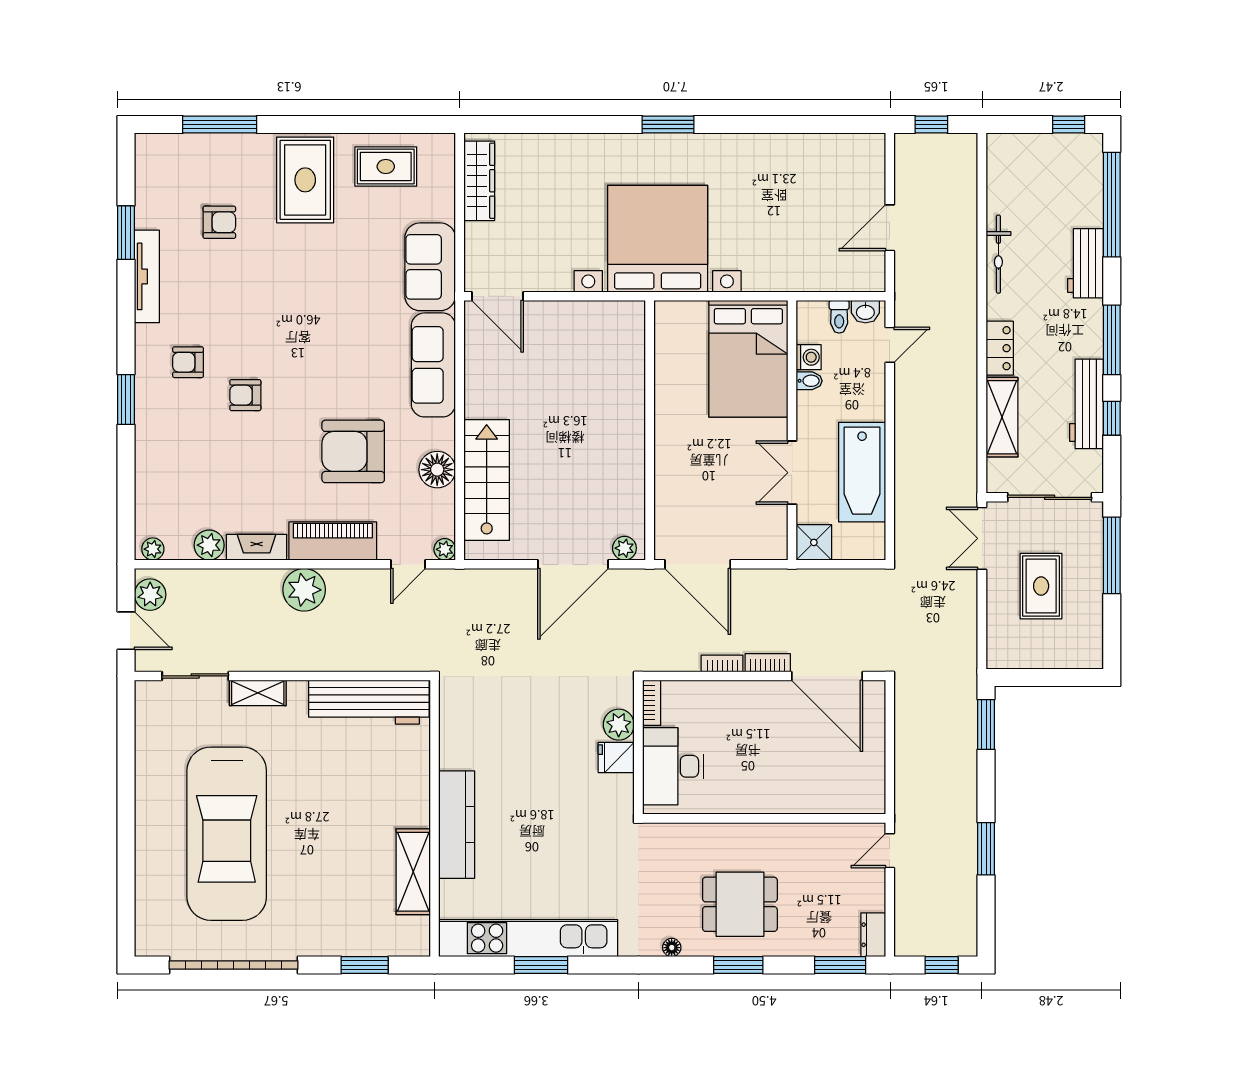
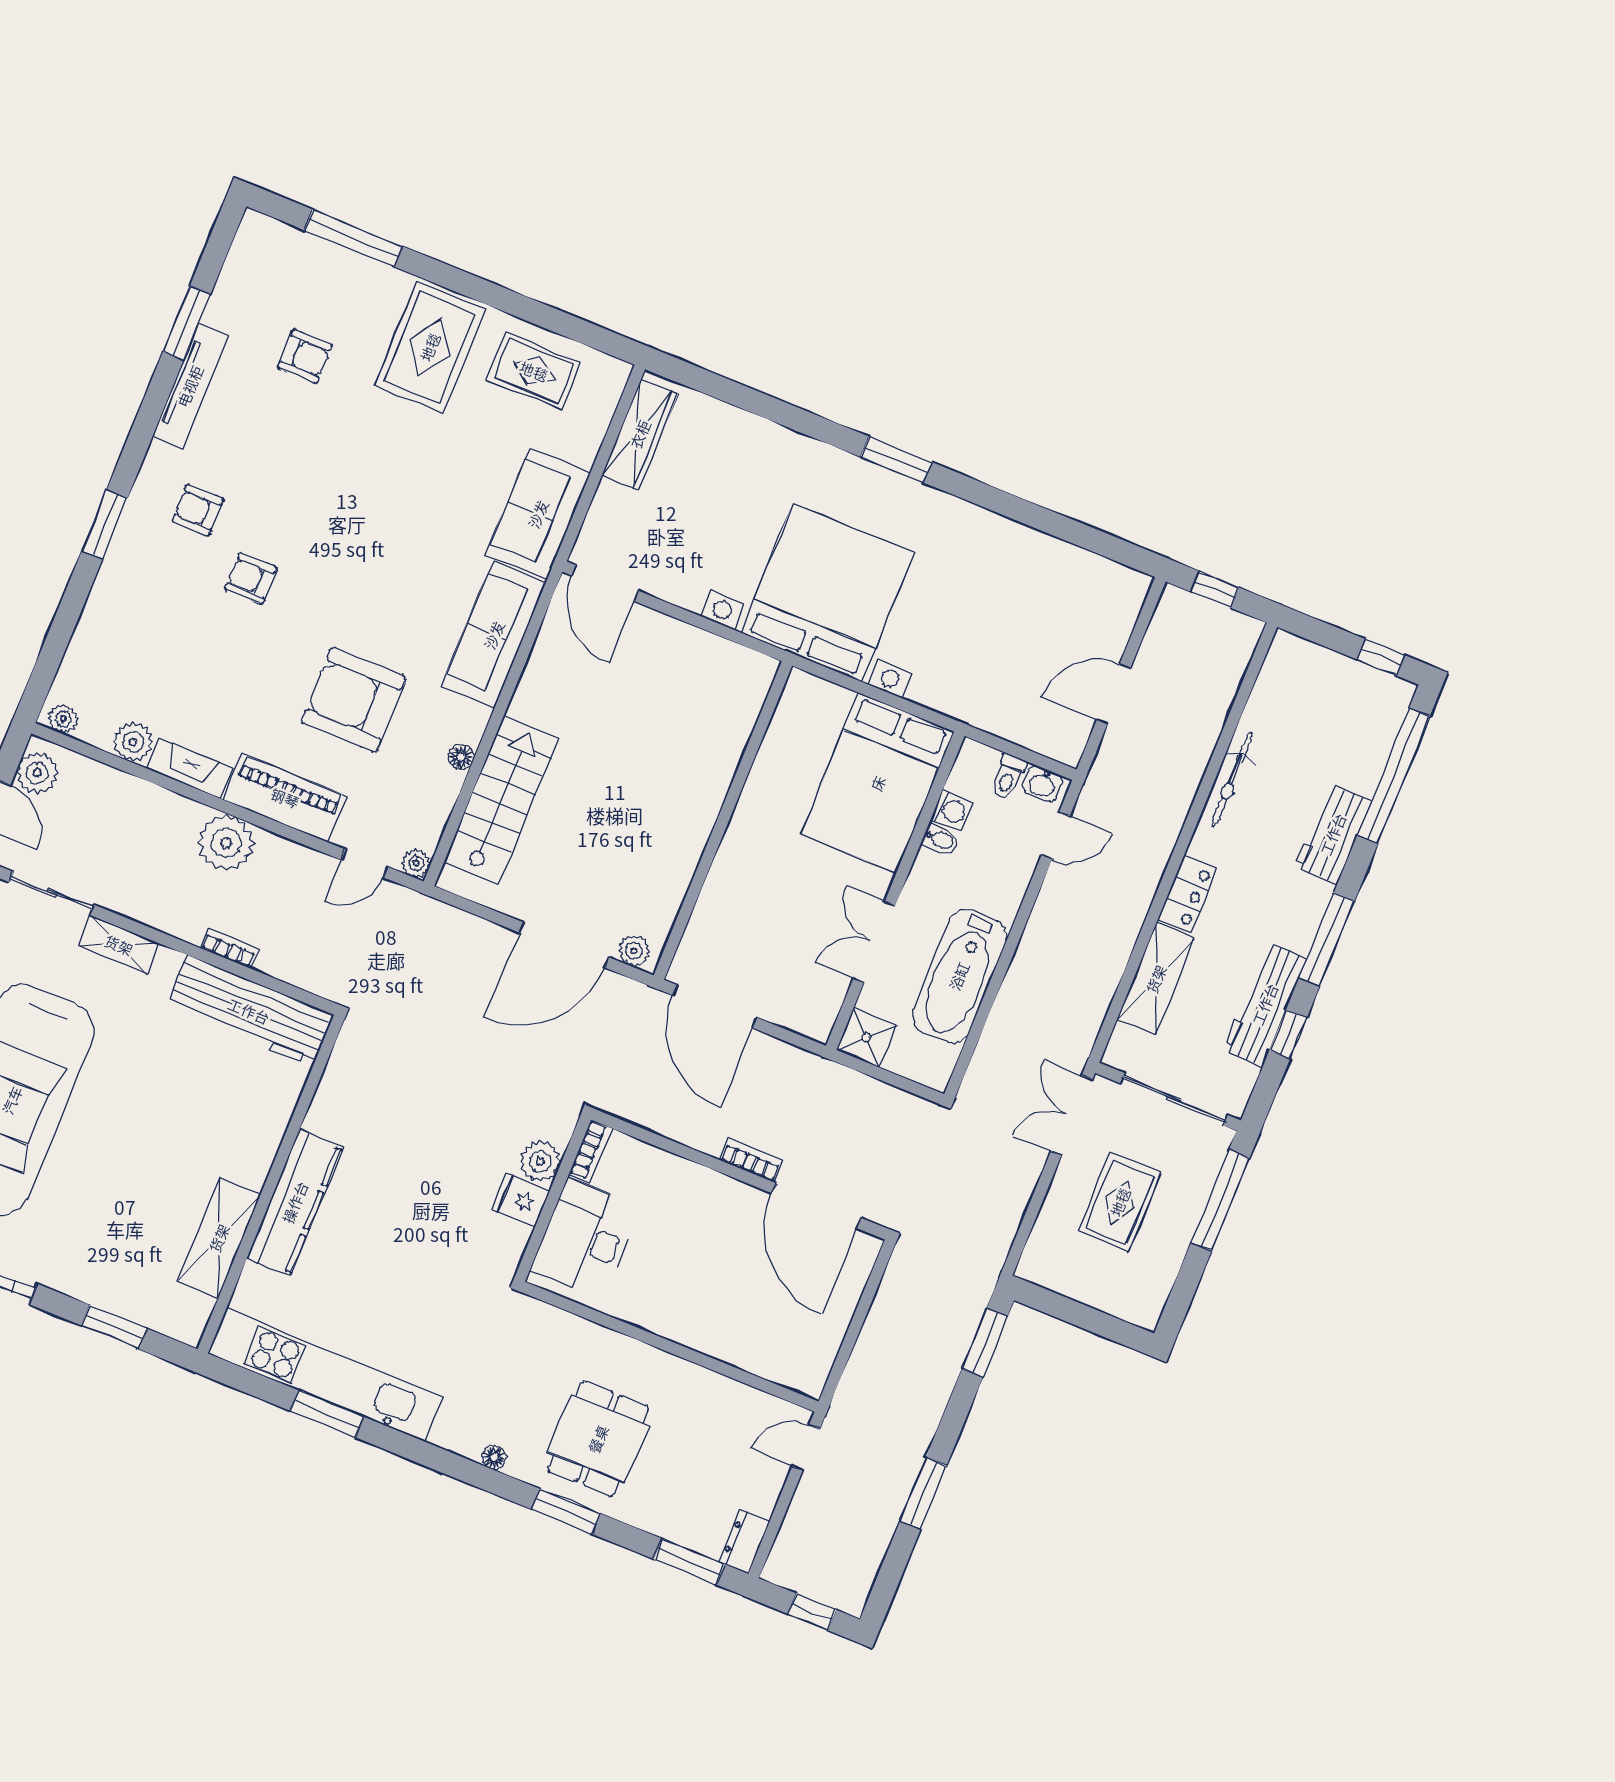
floor lamp: (437, 470) -> (461, 757), width x0.53, depth x0.53
bookcase: (722, 663) -> (229, 948), moved
dining table: (740, 904) -> (598, 1439), turned 90

